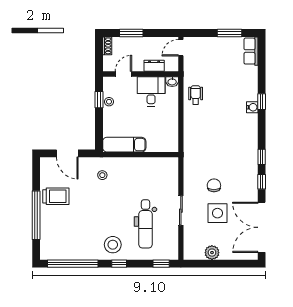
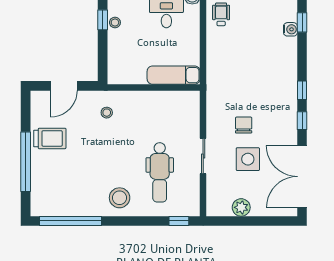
exam couch: (124, 145) -> (174, 75), moved
door: (67, 153) -> (64, 86), hinge flipped
window: (119, 264) -> (127, 221), removed

